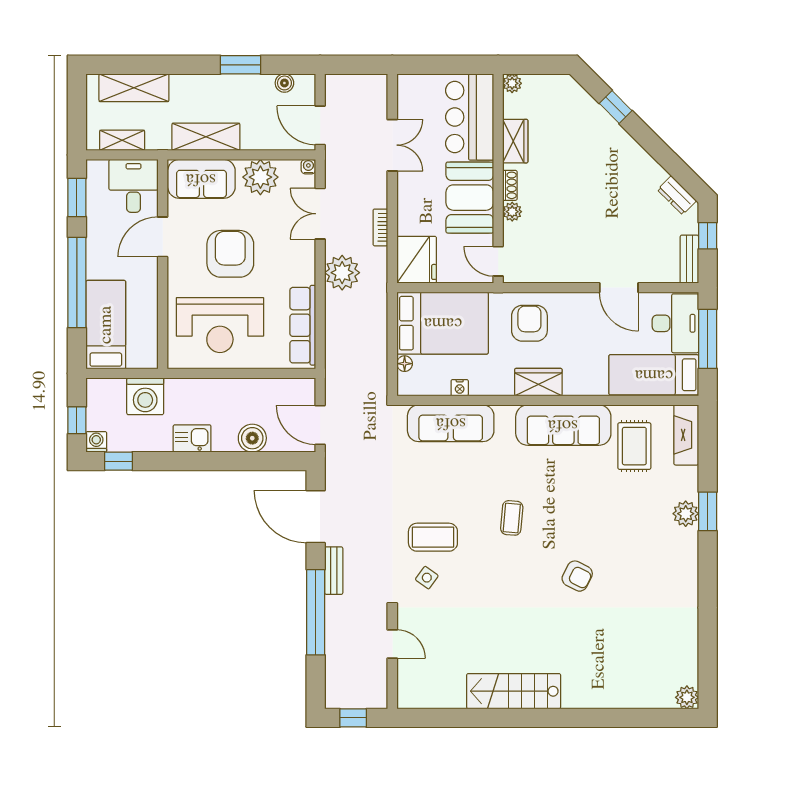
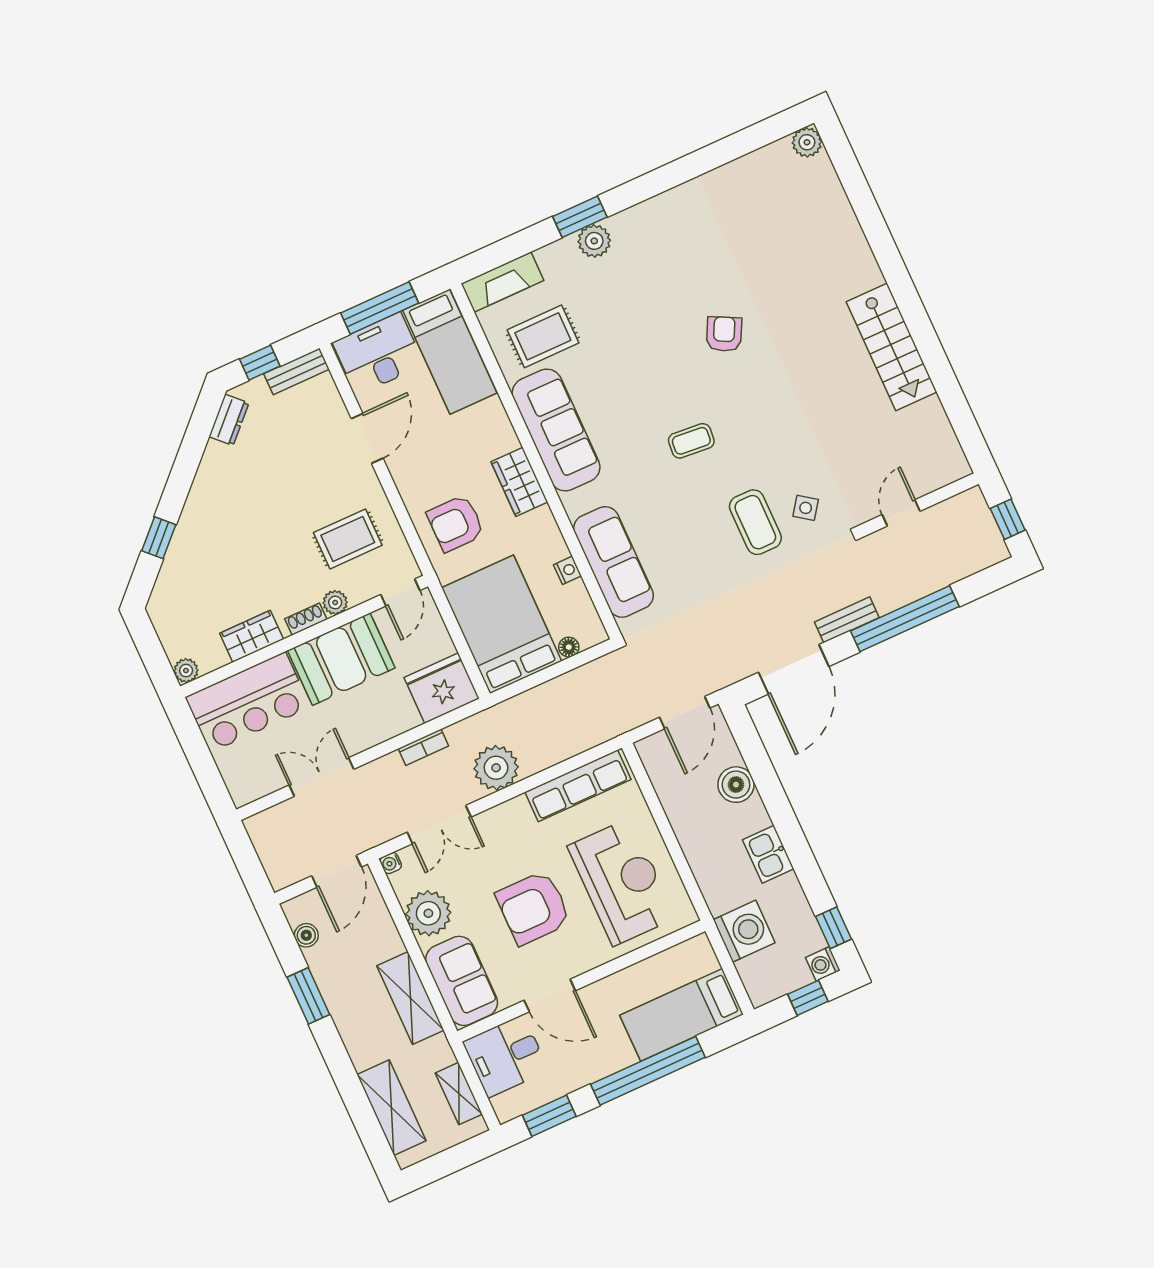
rug: (553, 241) -> (348, 539), added

